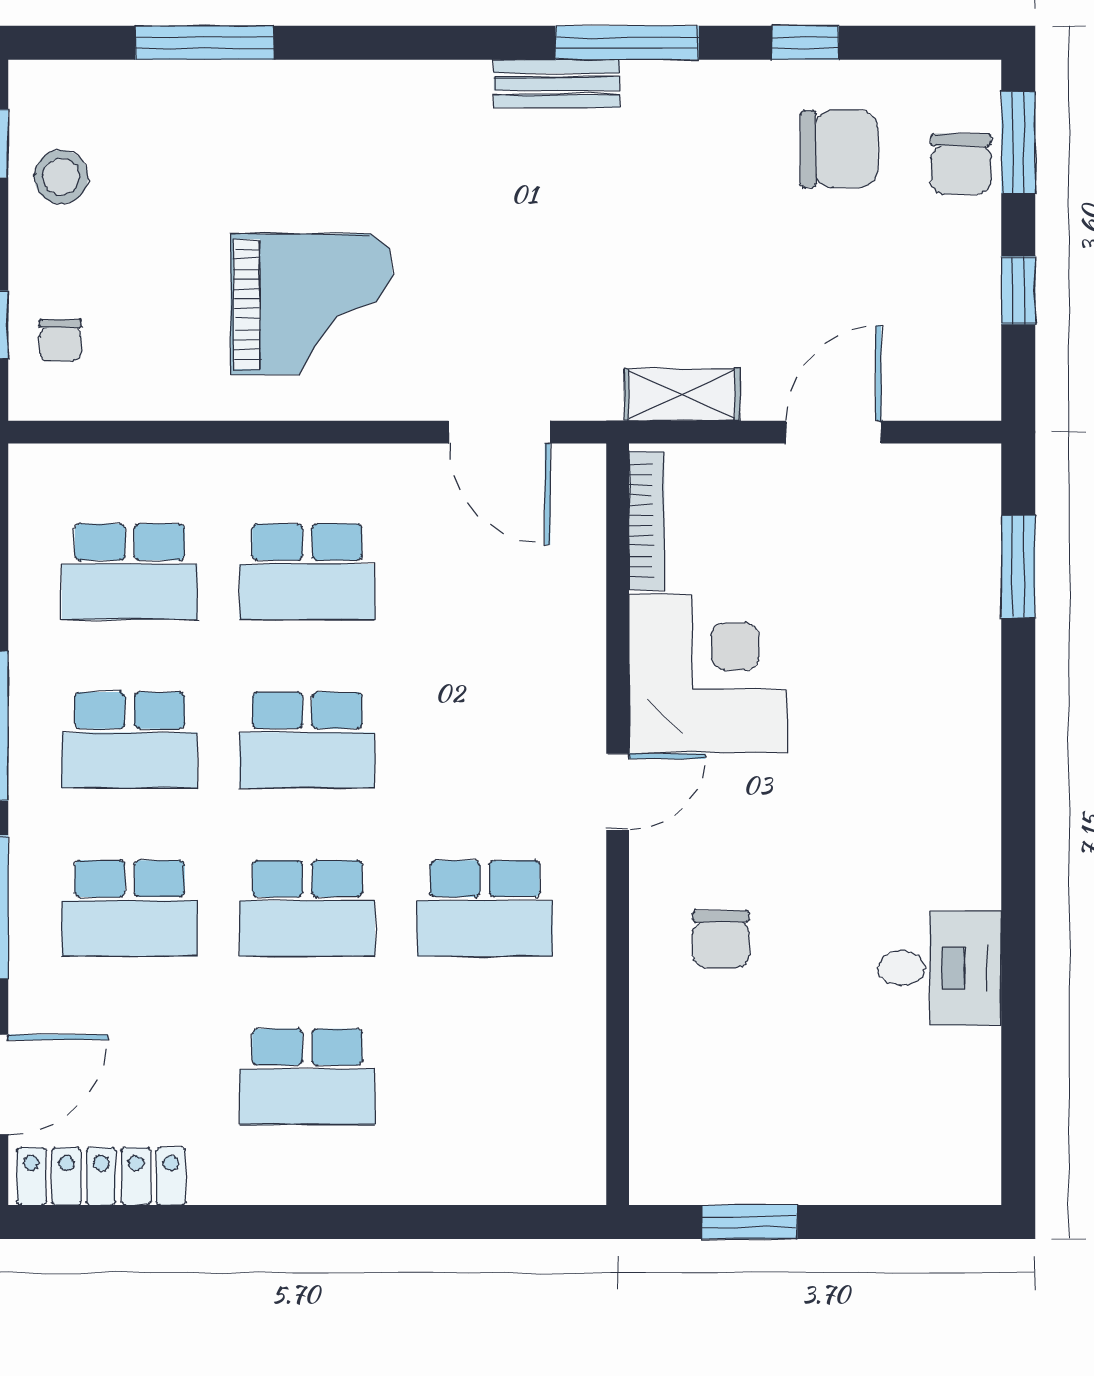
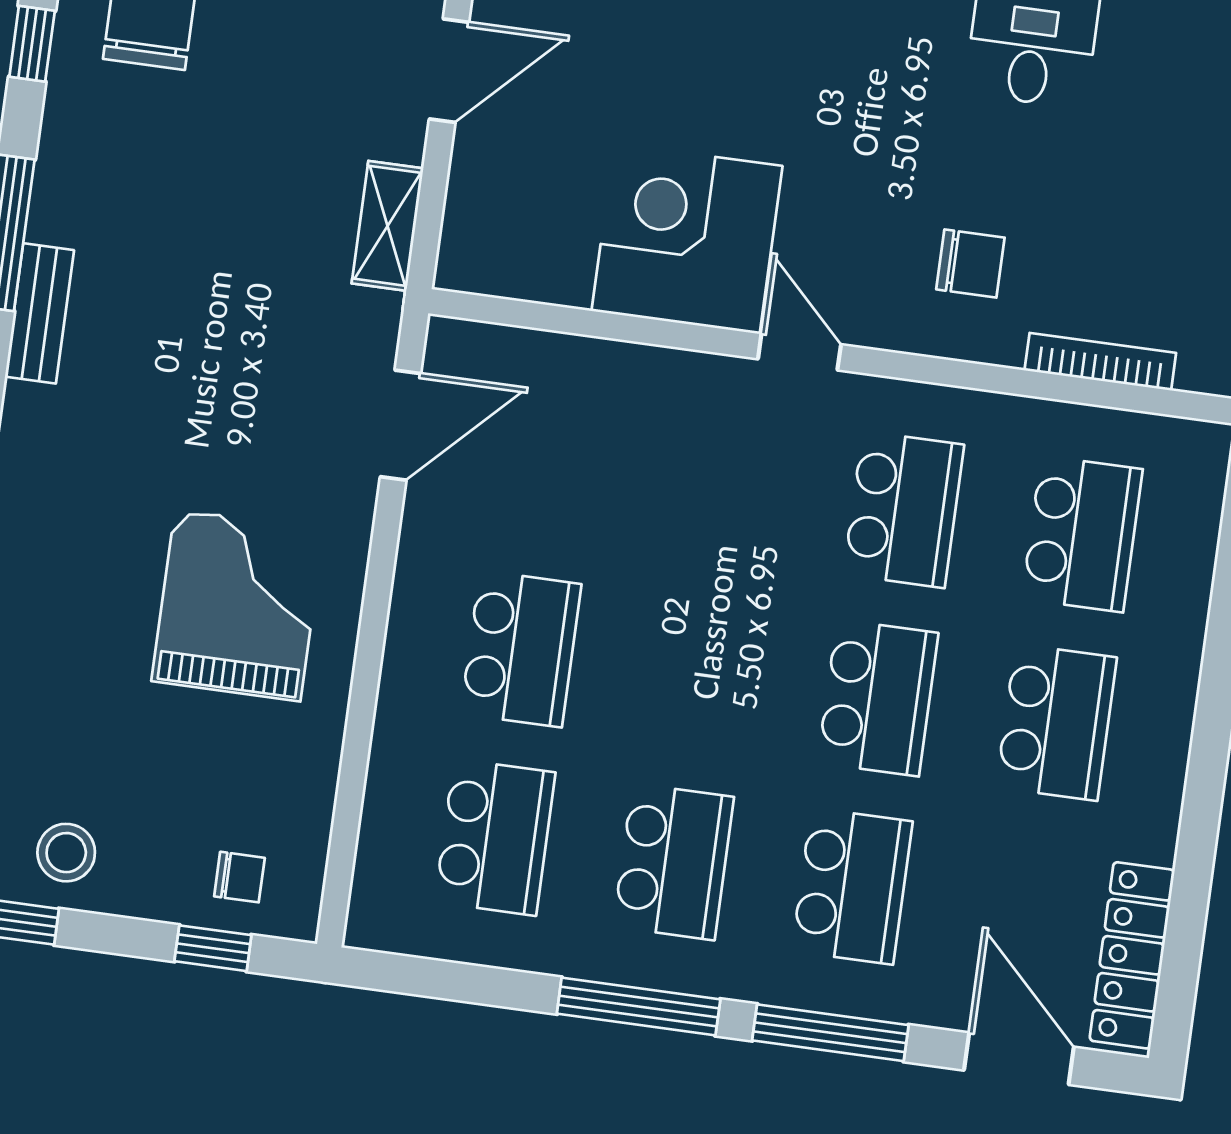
door: (833, 432) -> (449, 71), swing flipped
bookcase: (647, 521) -> (1100, 362), moved
school desk: (307, 740) -> (1082, 534), moved

